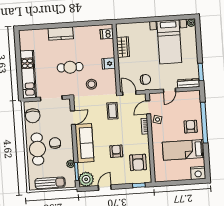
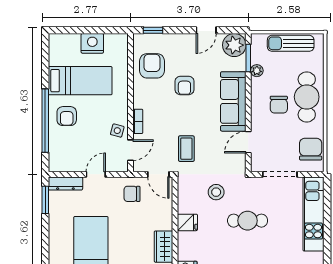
nightstand: (198, 173) -> (92, 43), moved

